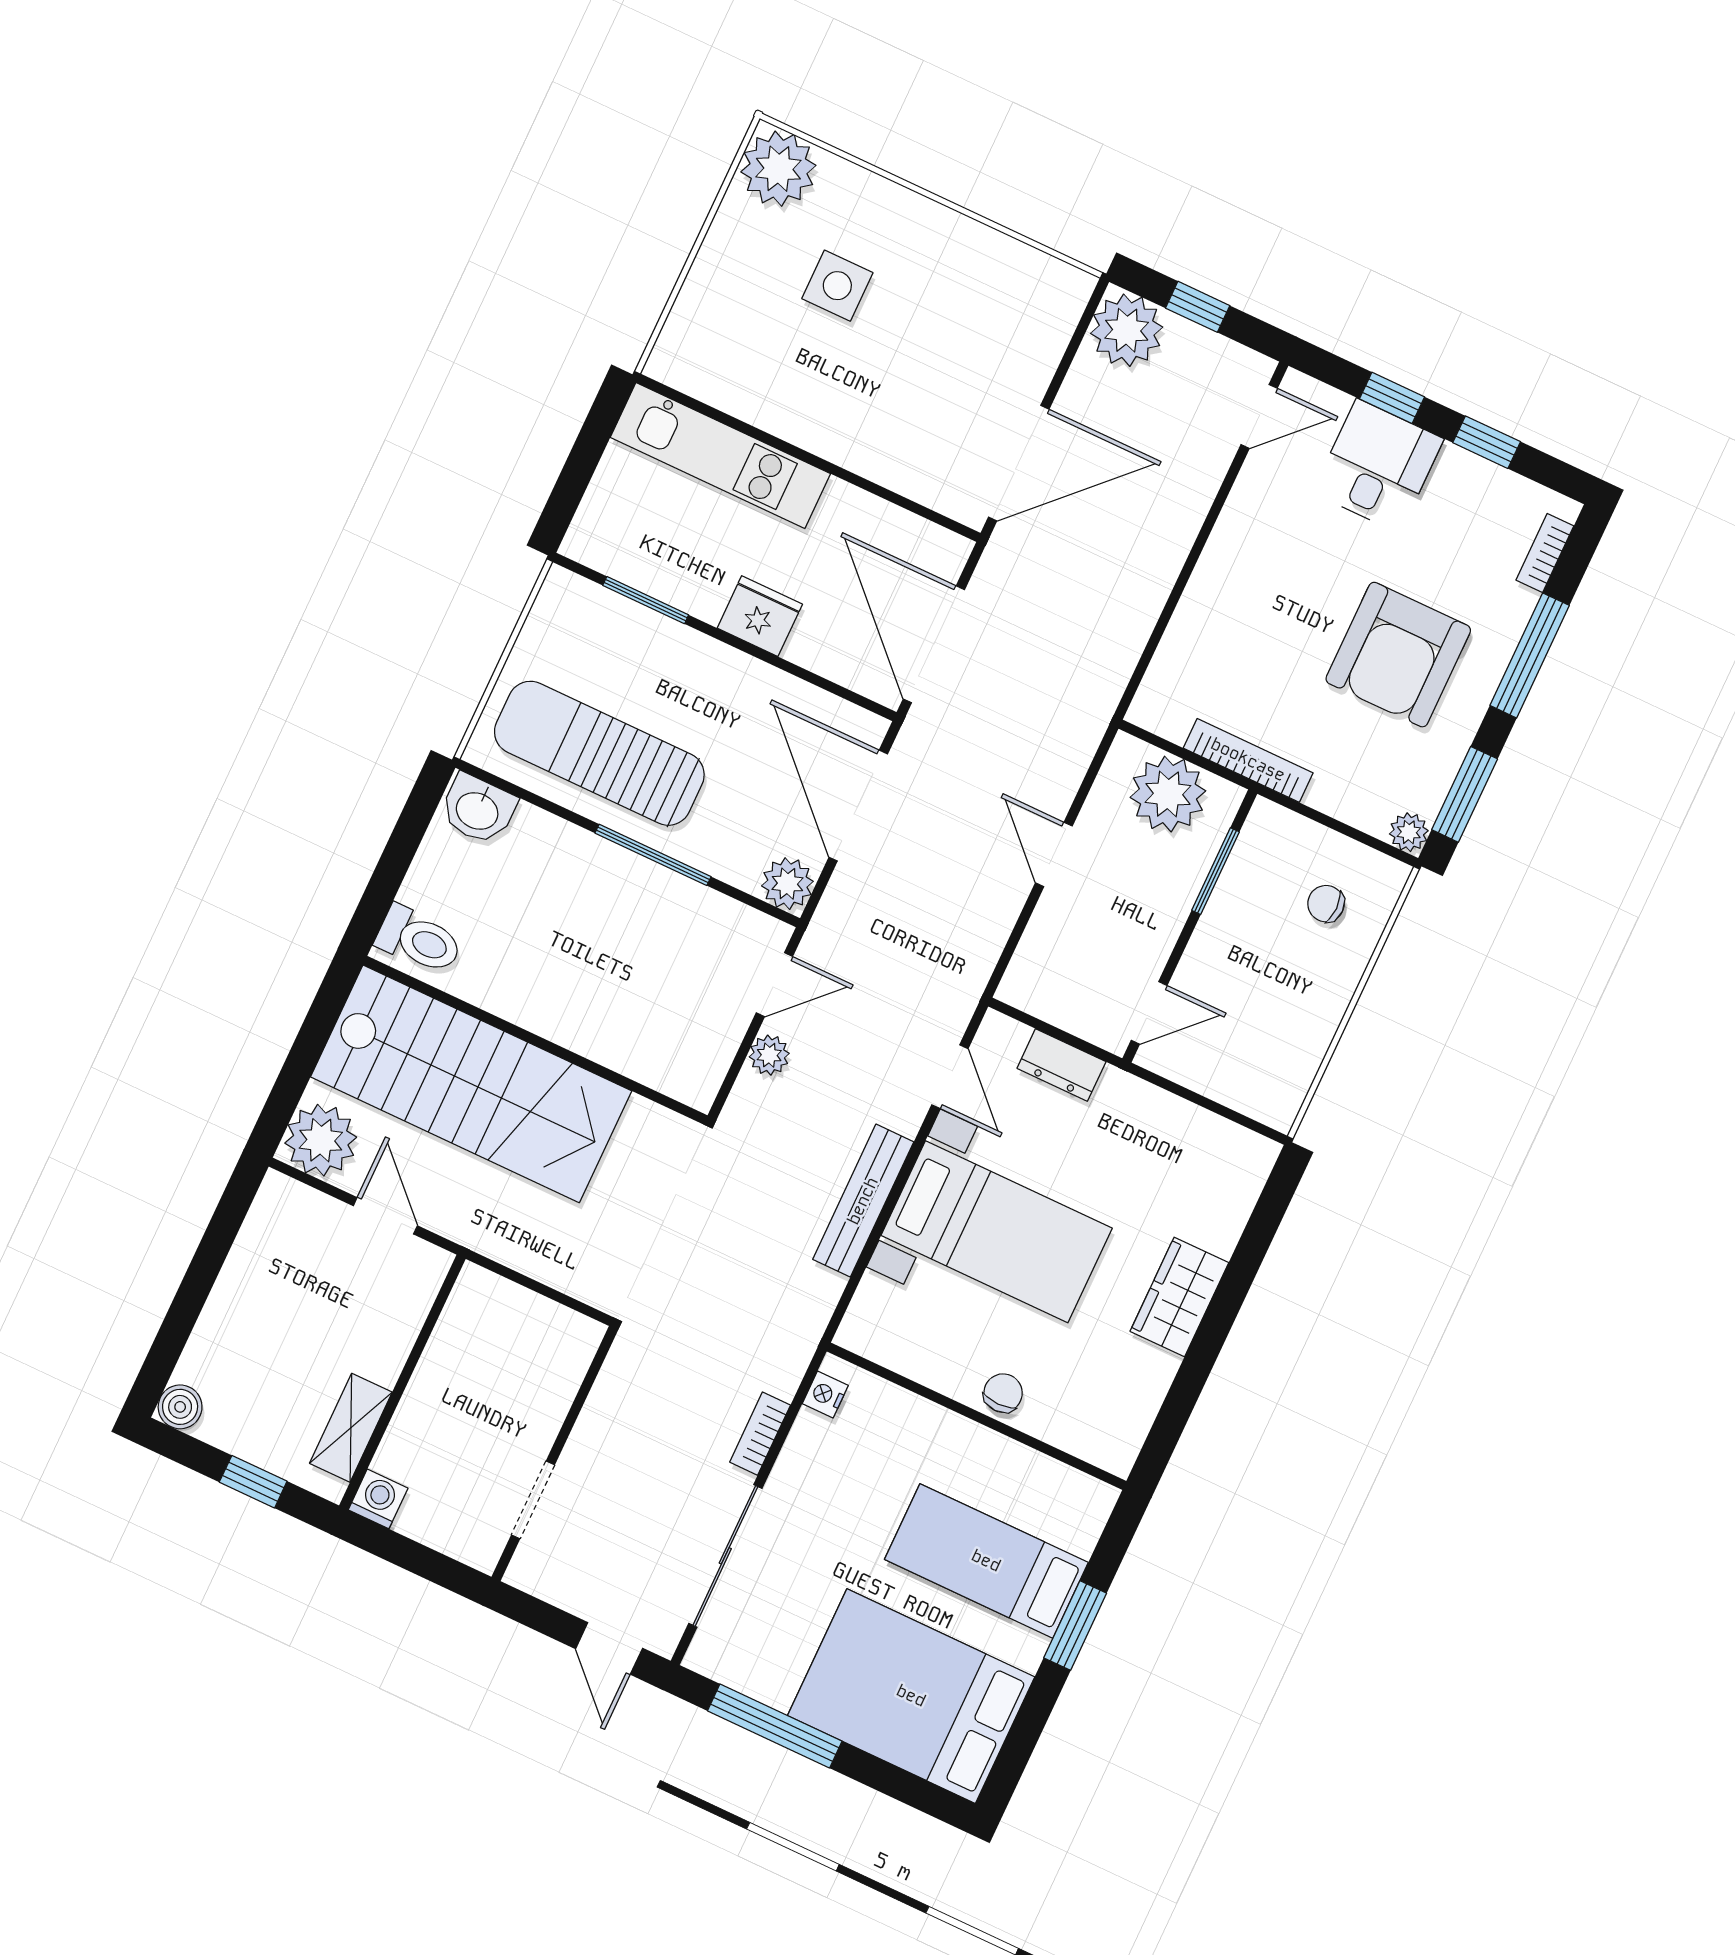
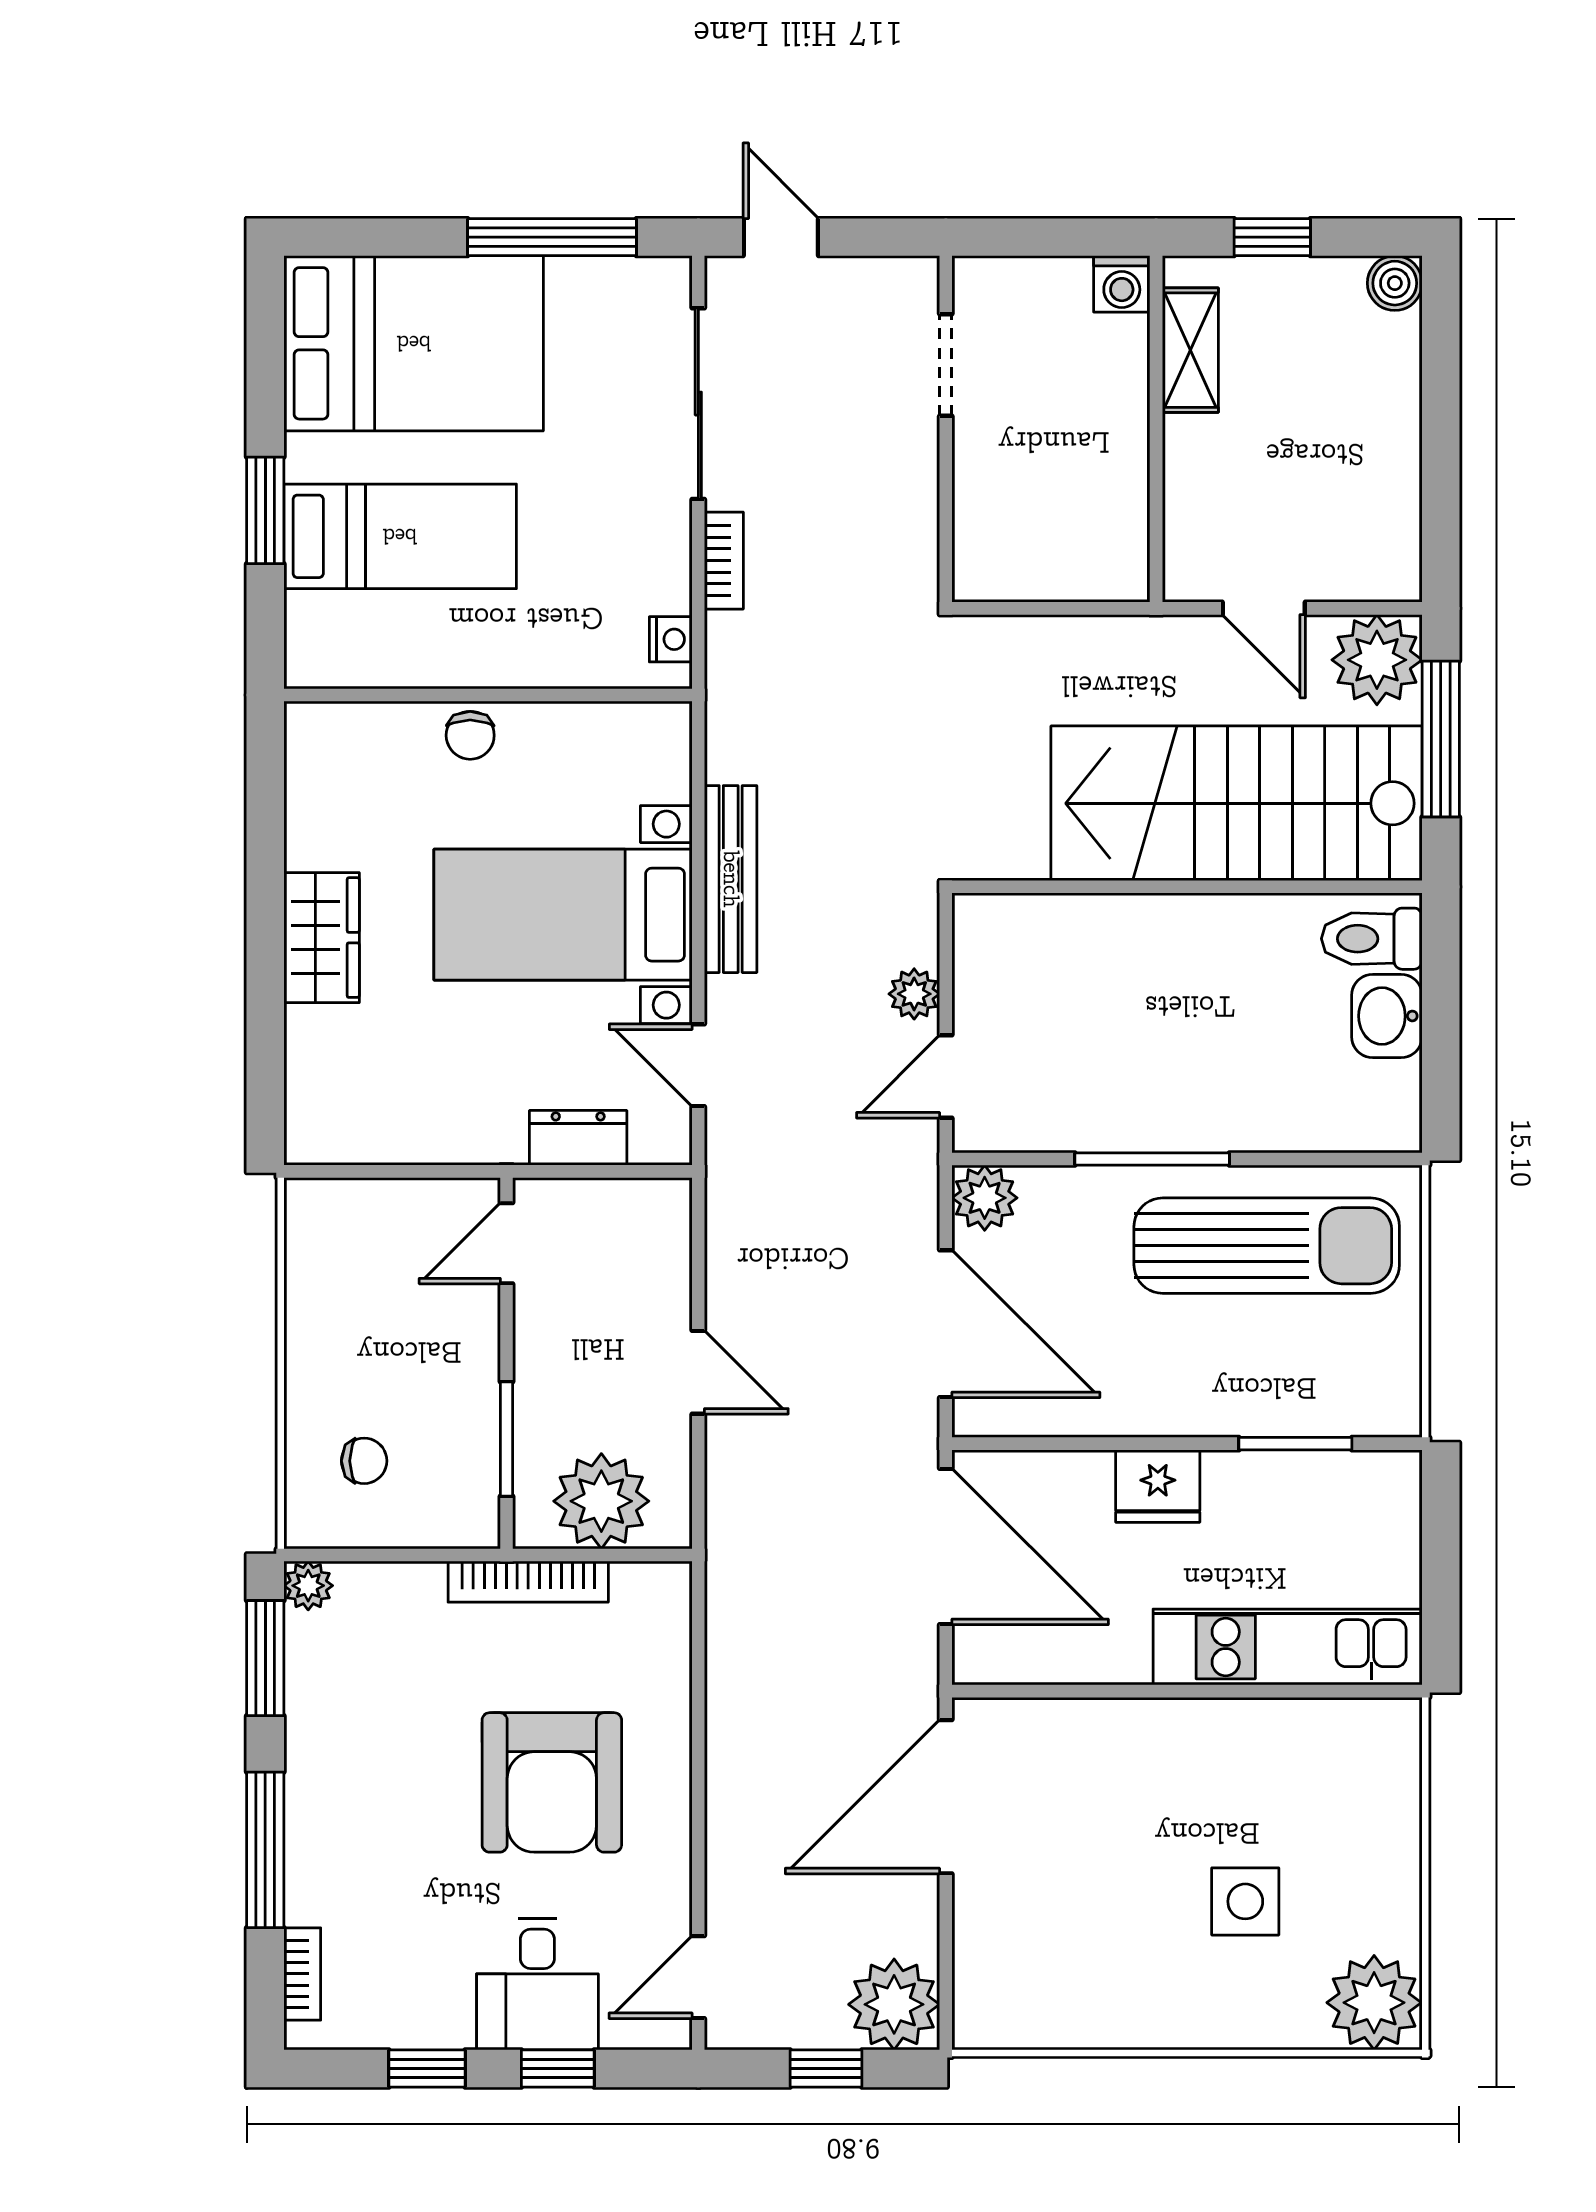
armchair: (1398, 655) -> (552, 1782), moved, turned 180
washbasin: (478, 809) -> (1387, 1016), moved, turned -90
window: (301, 1061) -> (1441, 739), added

